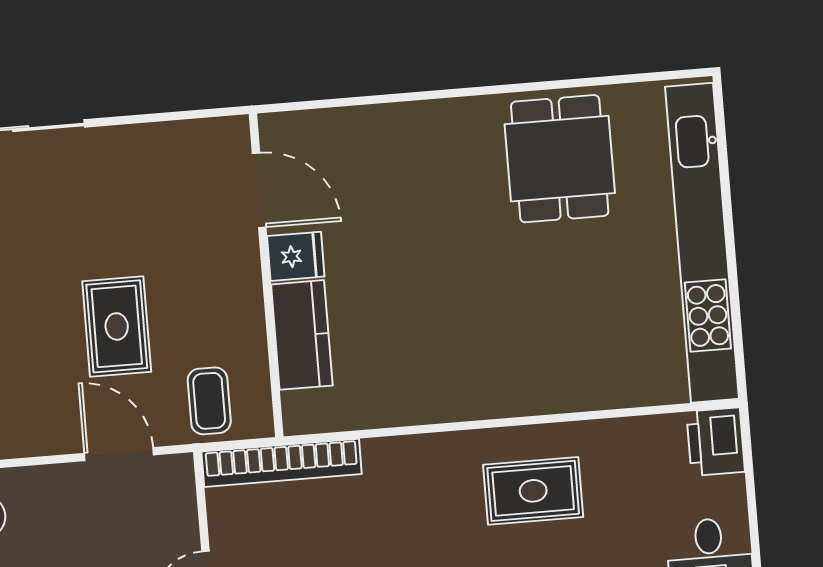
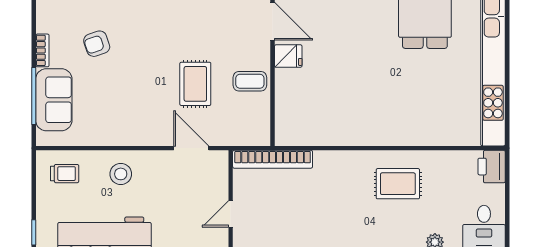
kitchen counter: (302, 335) -> (288, 96), removed
coffee table: (209, 401) -> (250, 81), moved, turned 90

